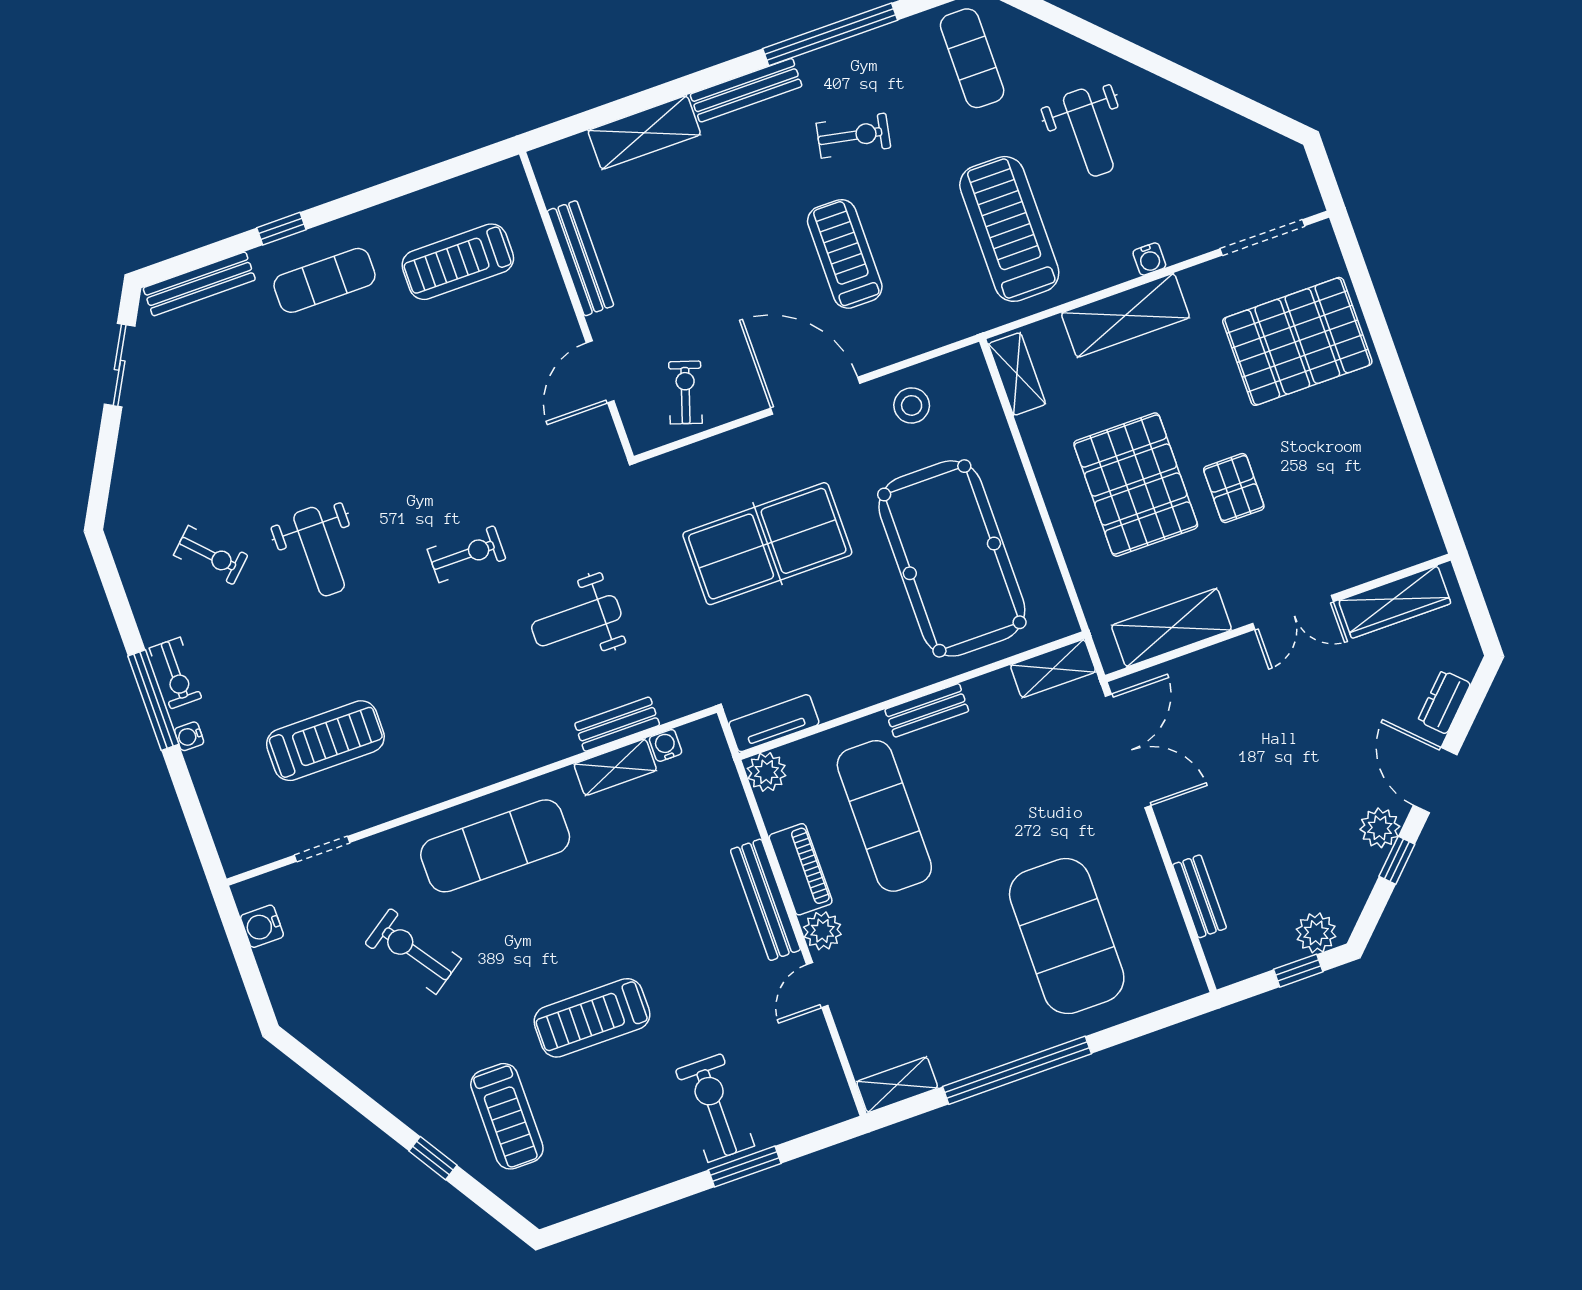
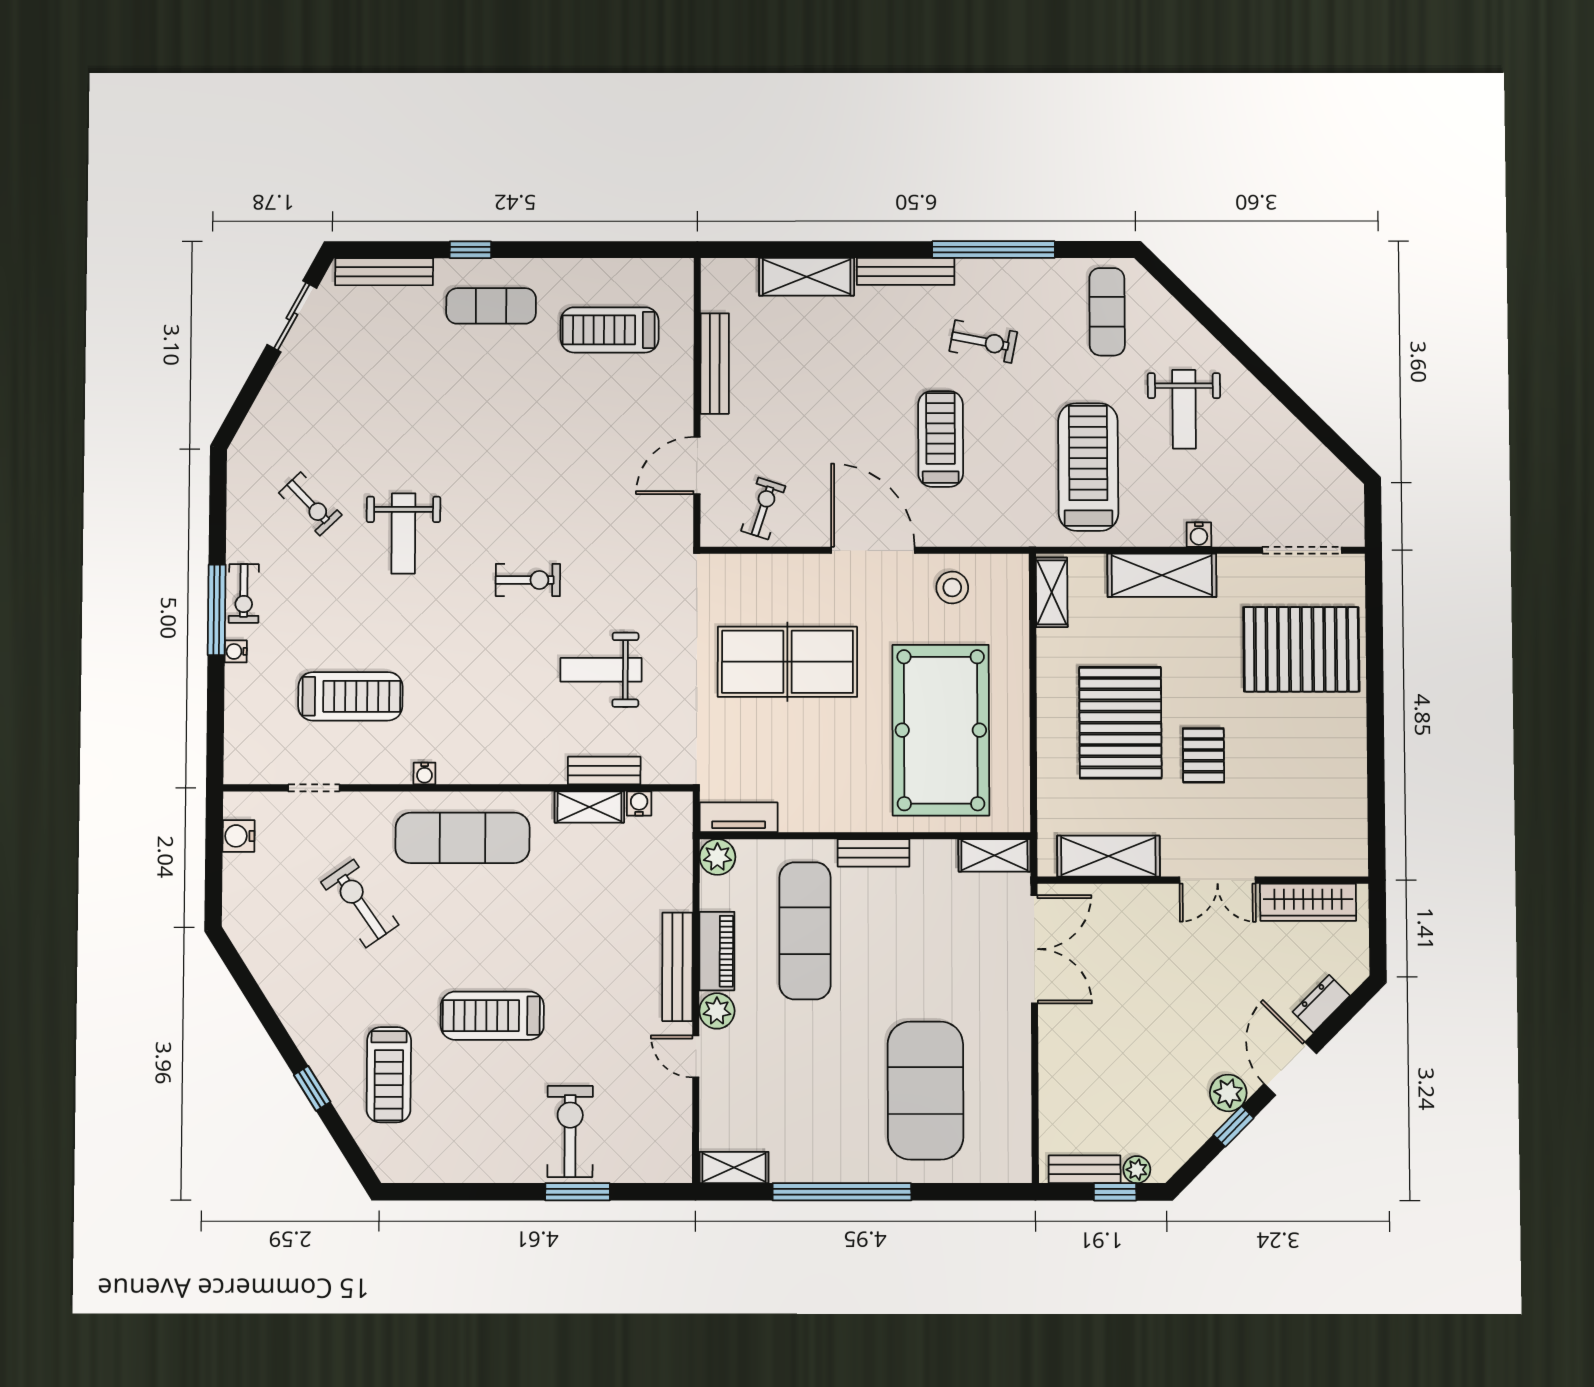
water cooler: (432, 793) -> (424, 774), added
bench: (1200, 896) -> (1085, 1169), moved, turned 90
plant: (1316, 933) -> (1137, 1170), width x0.73, depth x0.73
door: (817, 985) -> (696, 1056), hinge flipped

